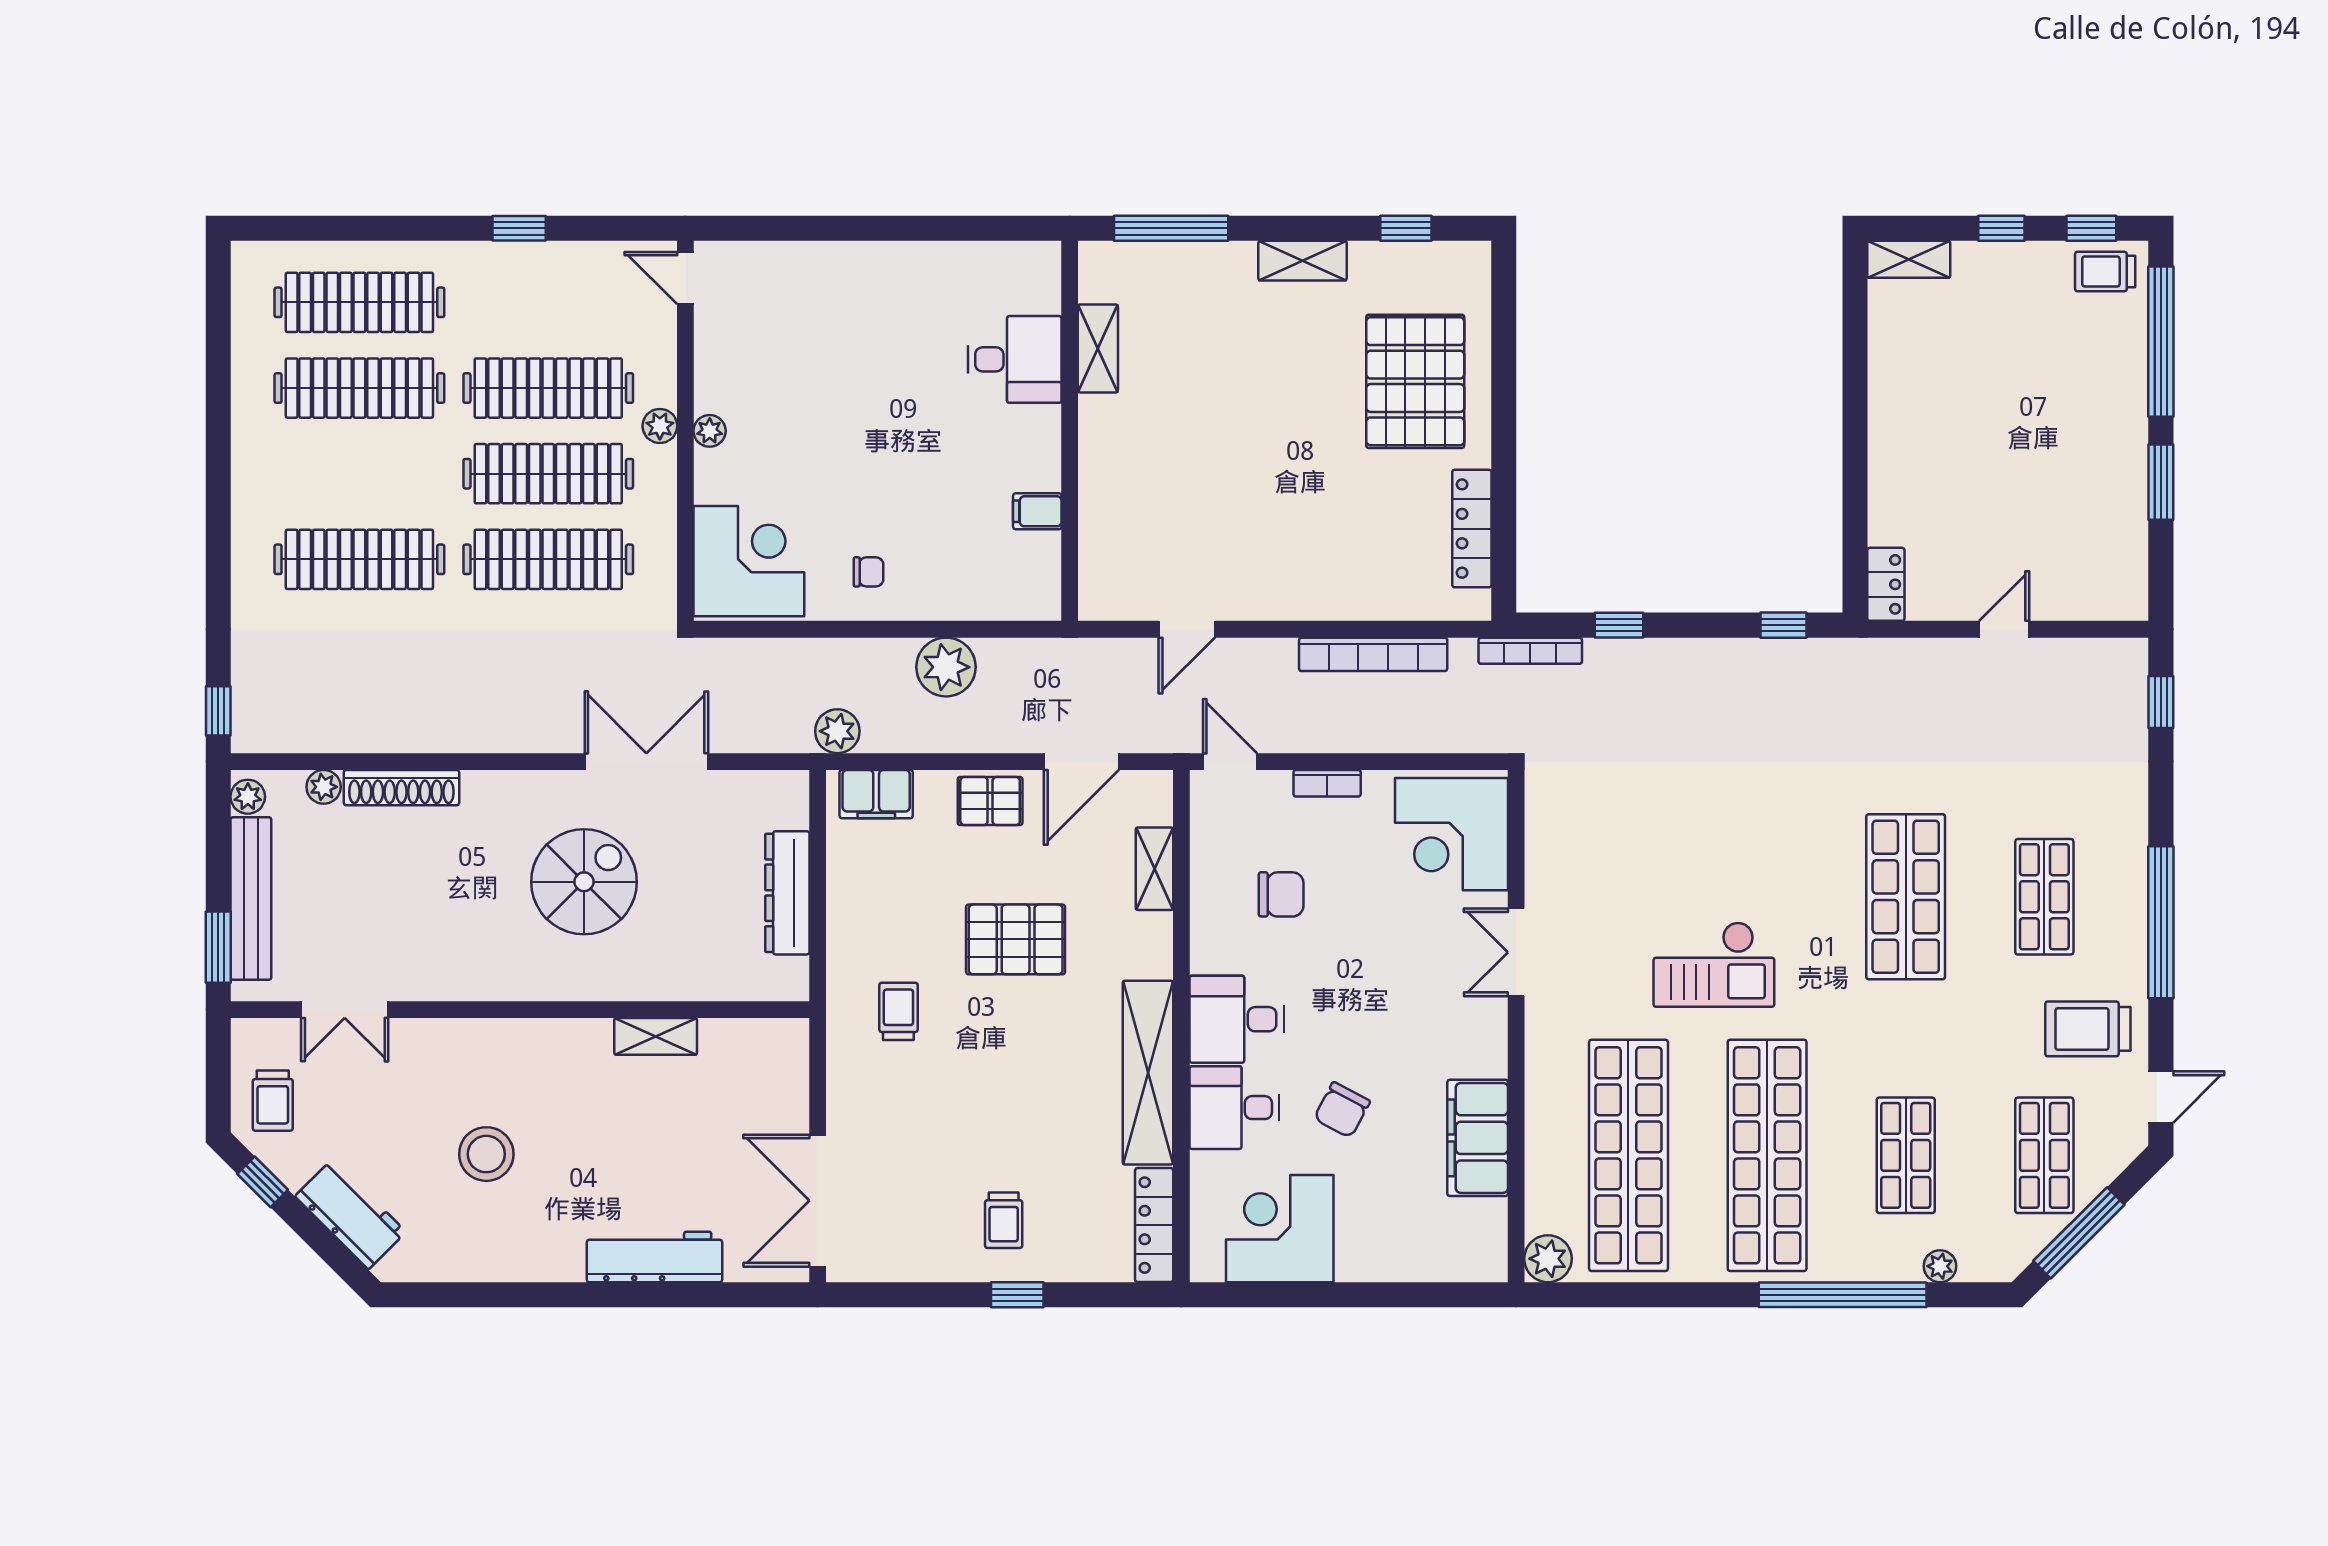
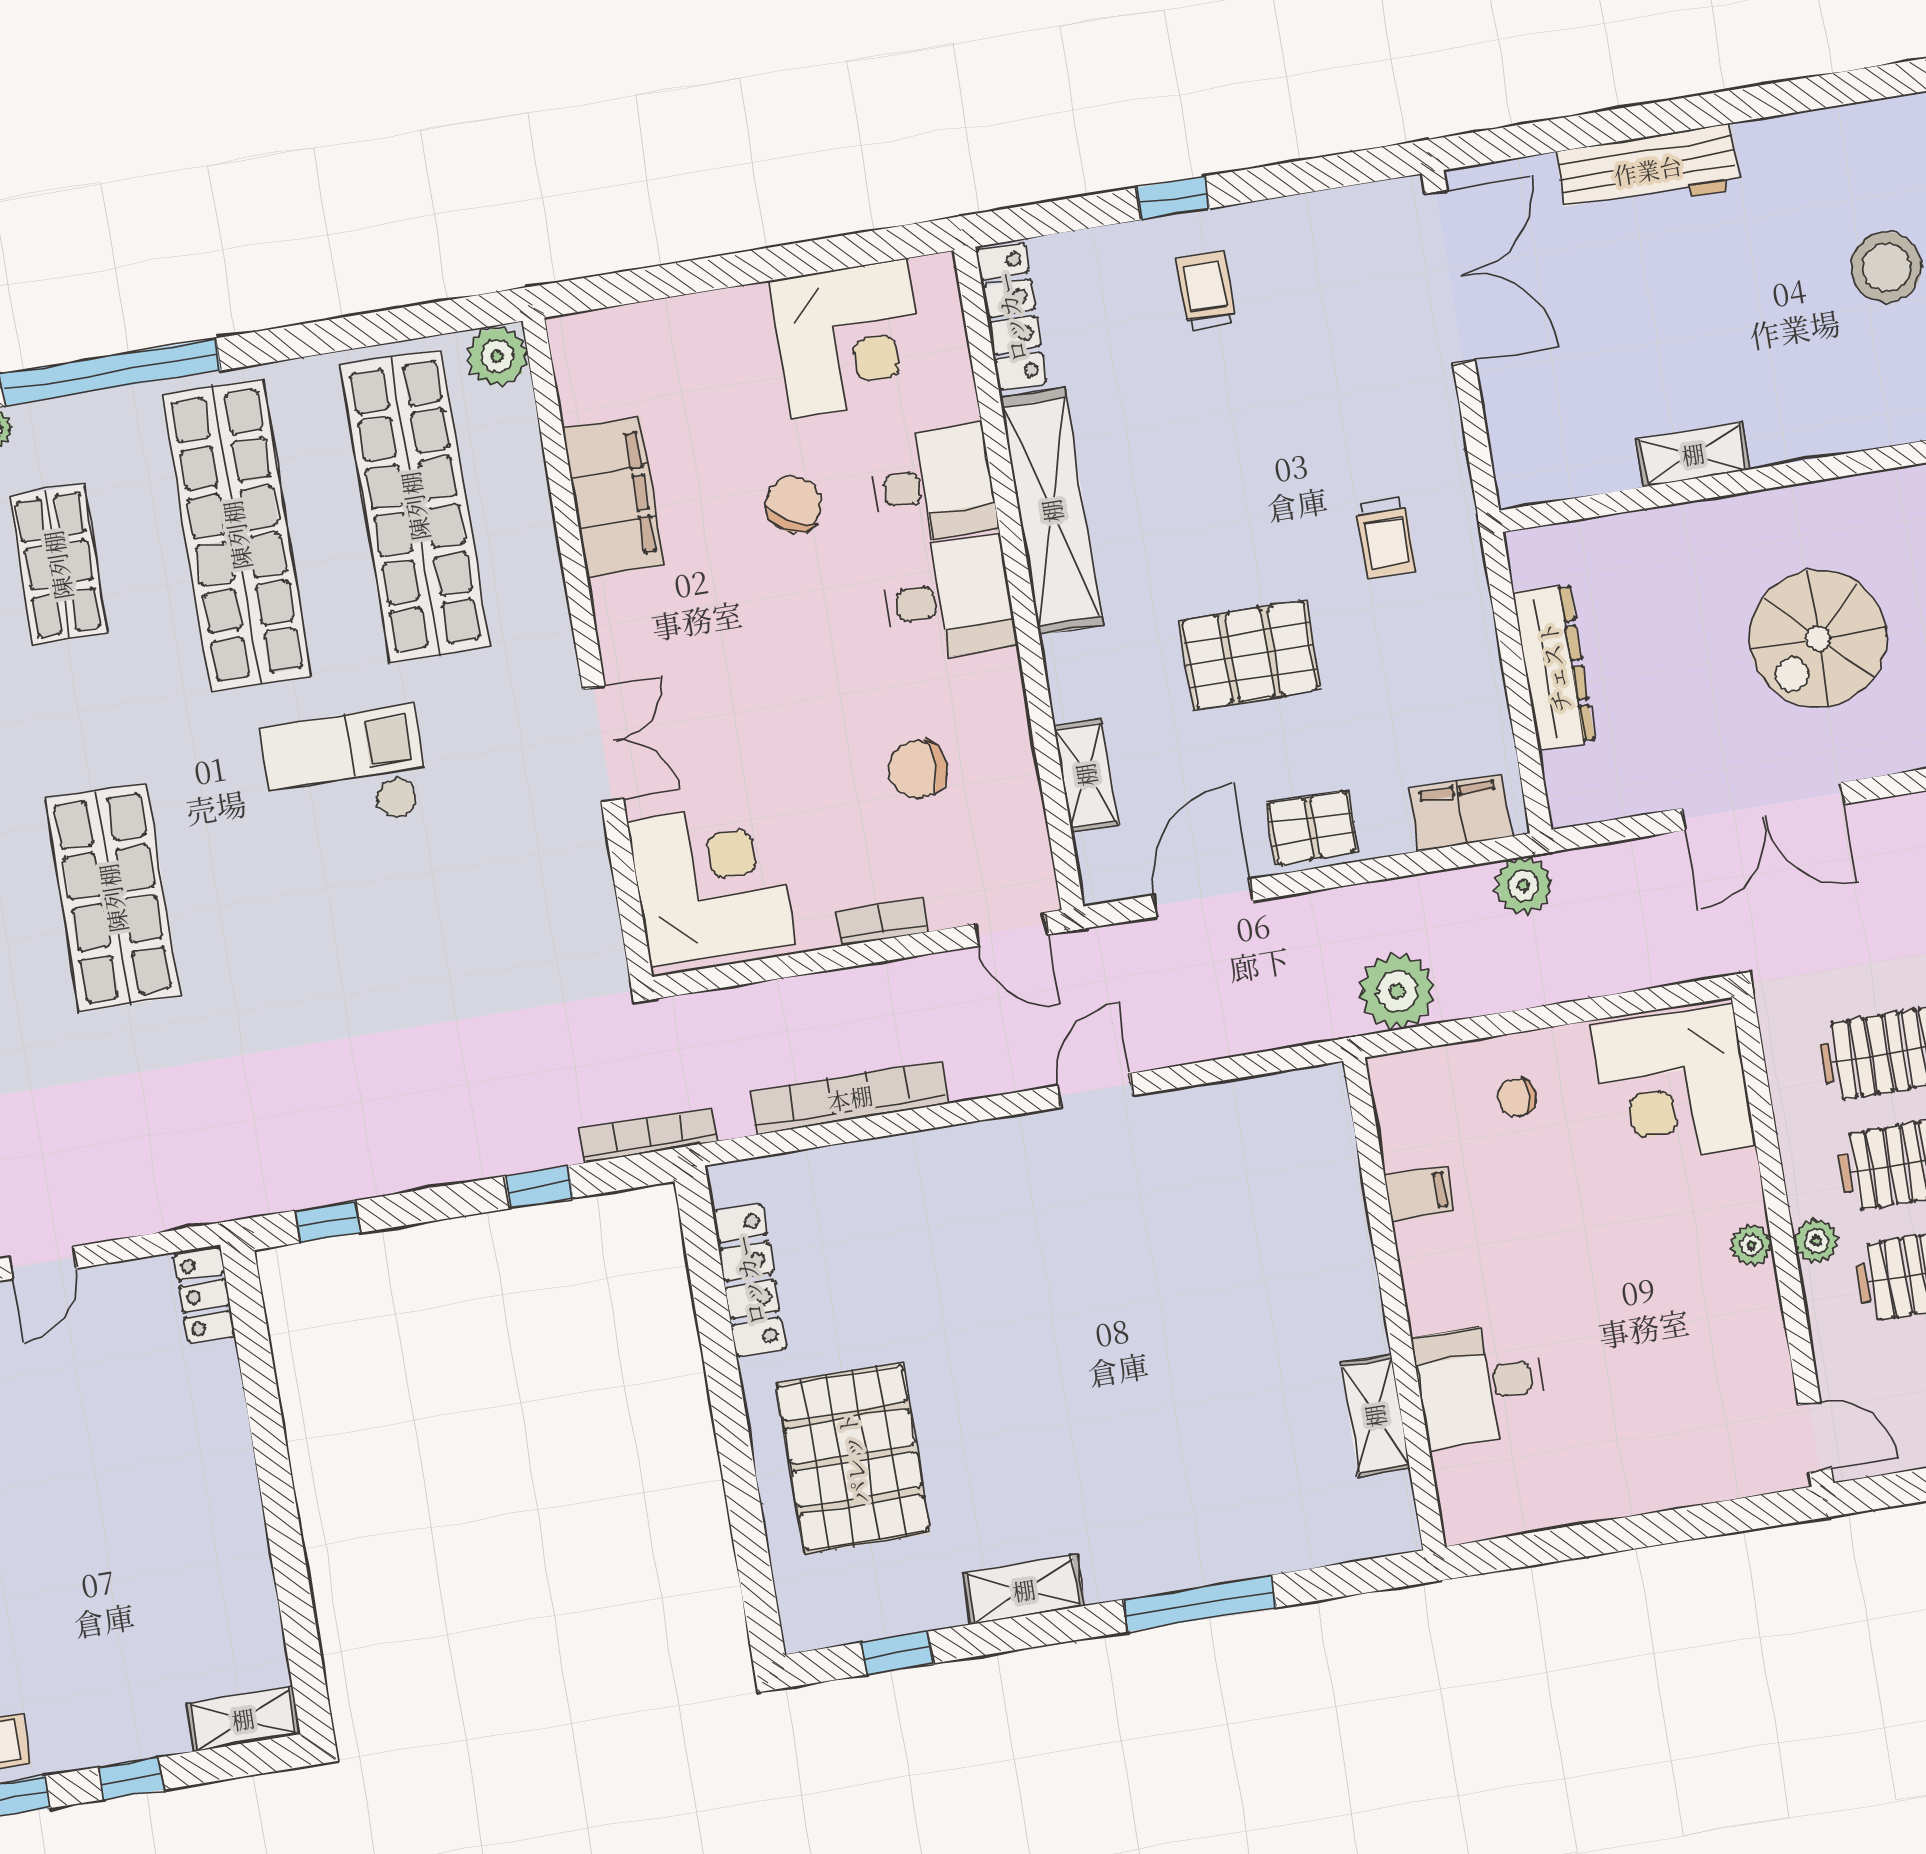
shelving: (1098, 348) -> (1375, 1416), moved
desk: (1015, 359) -> (1480, 1384), moved
wall: (1070, 431) -> (1394, 1304), moved
filing cabinet: (1037, 511) -> (1419, 1193), moved

